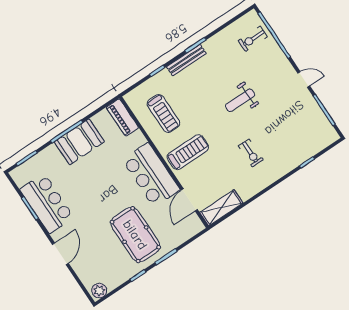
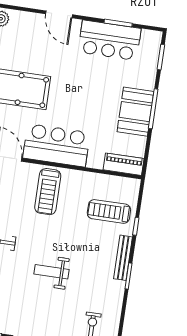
weight bench: (240, 100) -> (51, 272), turned -90
treadmill: (163, 113) -> (109, 211), moved

